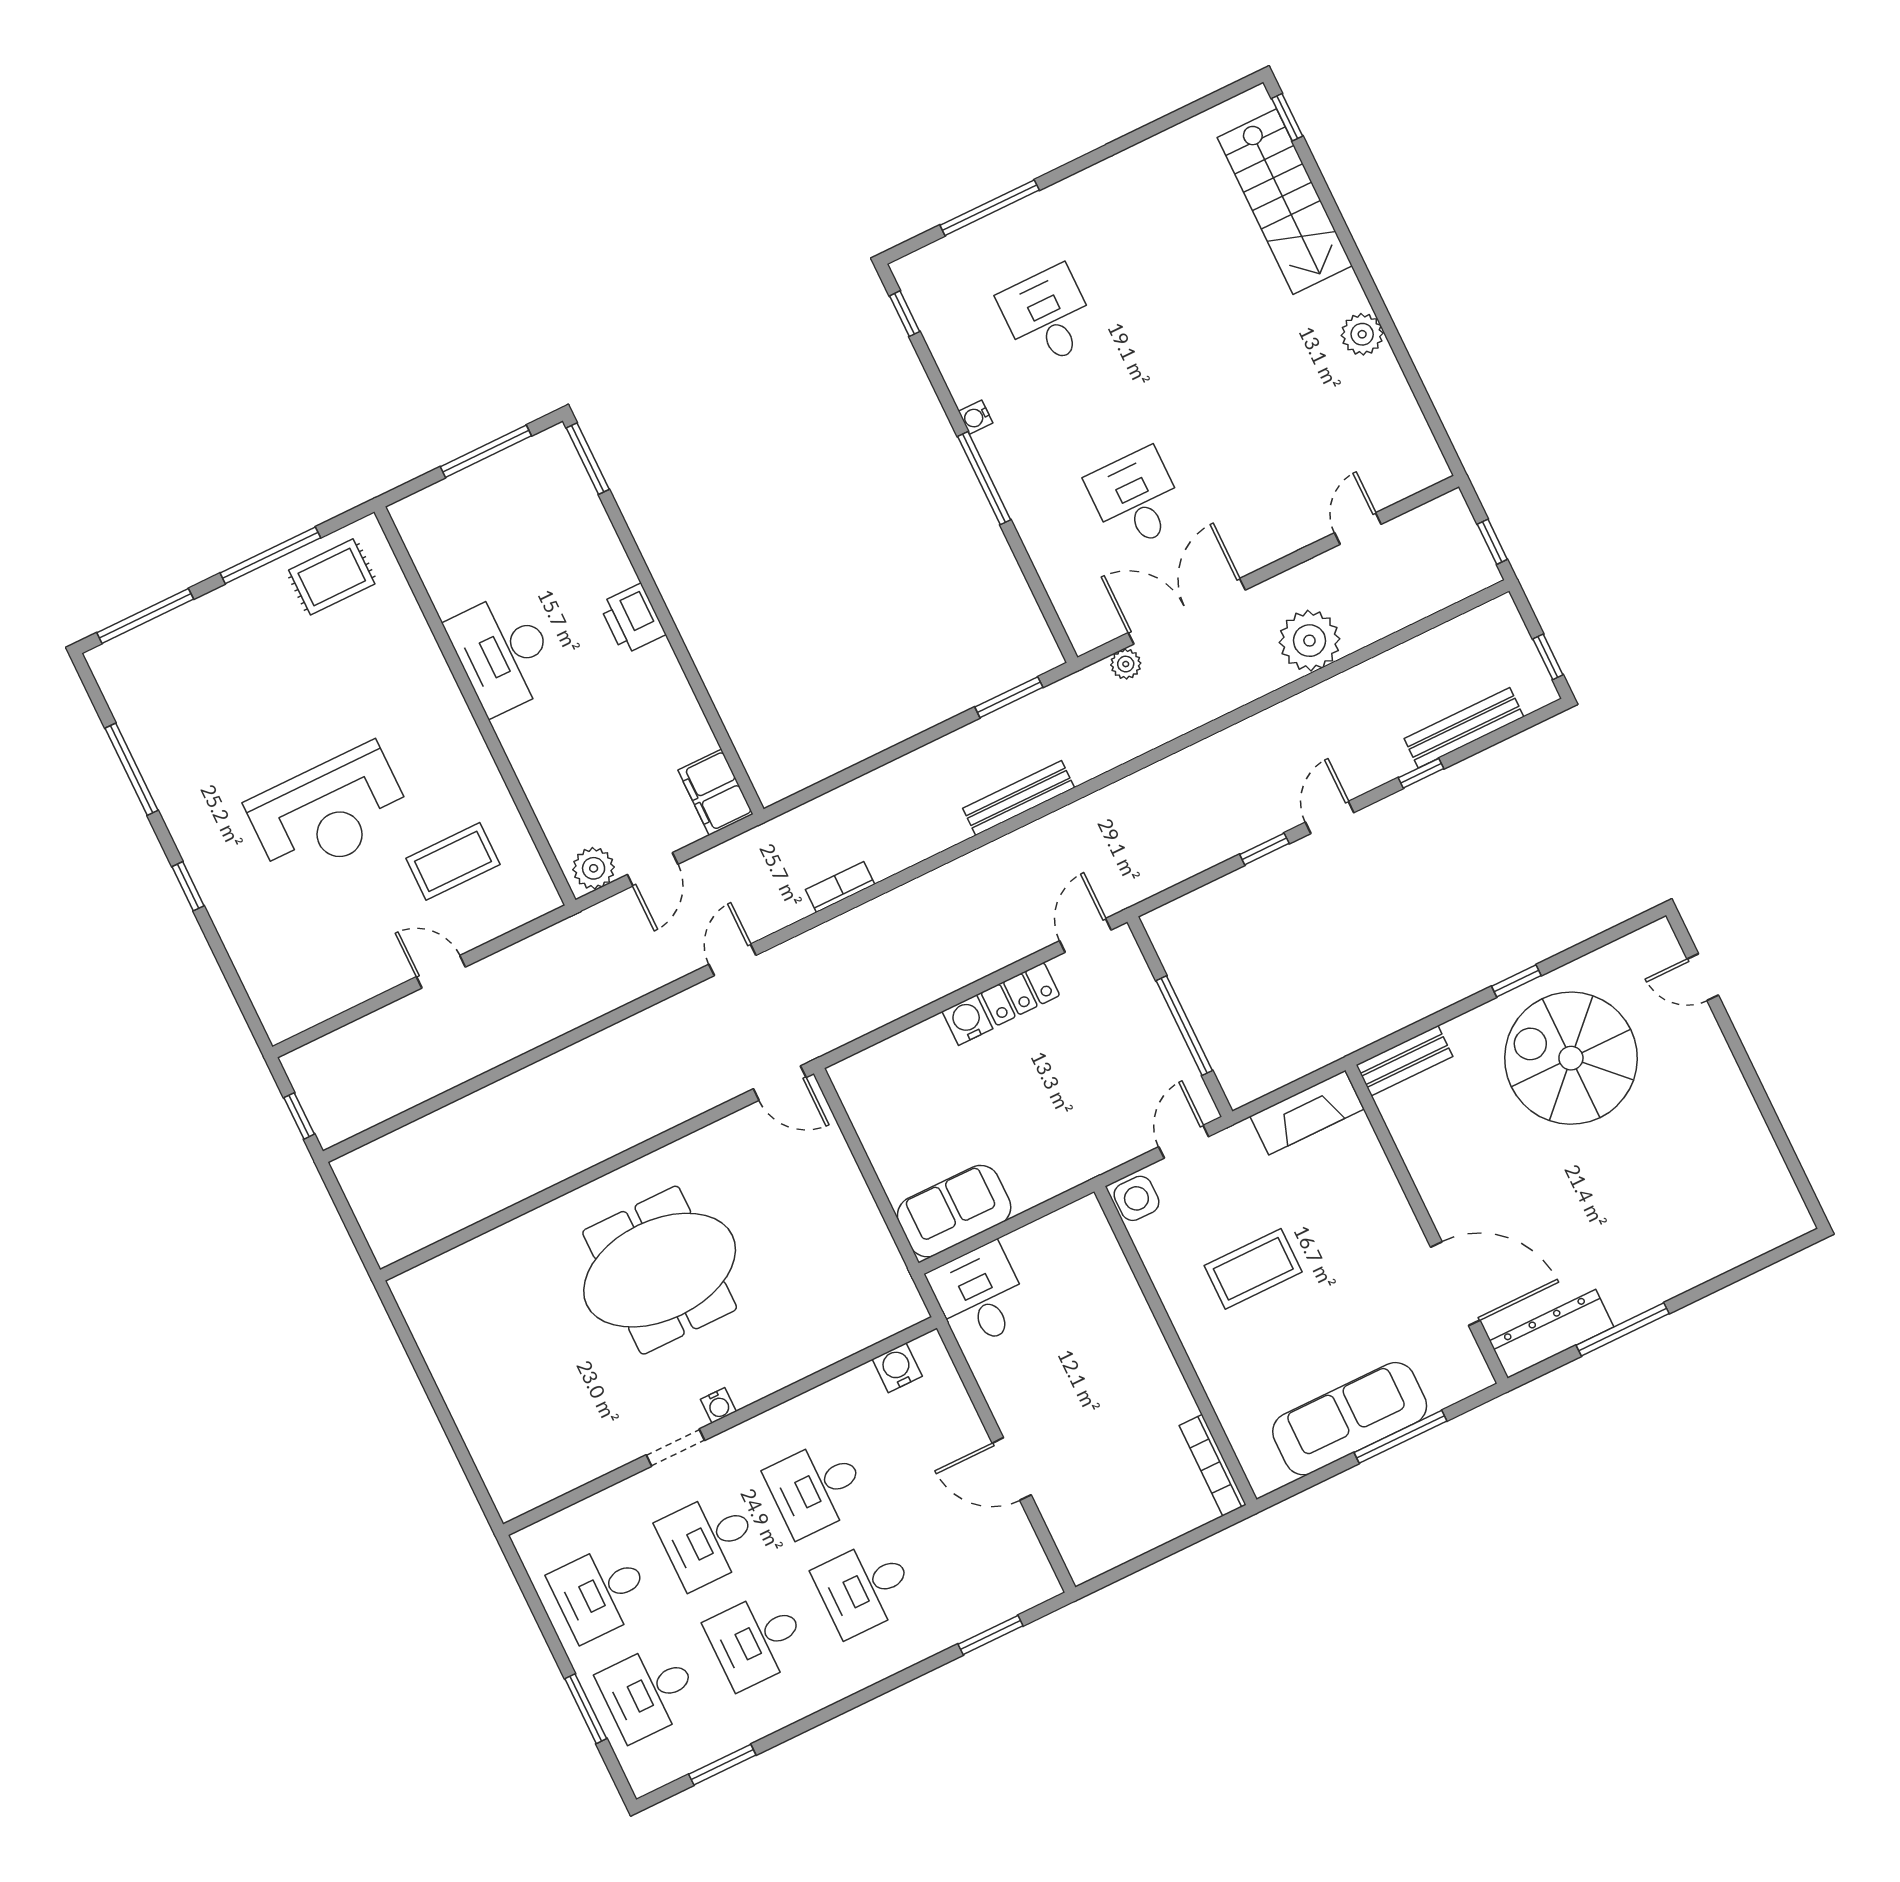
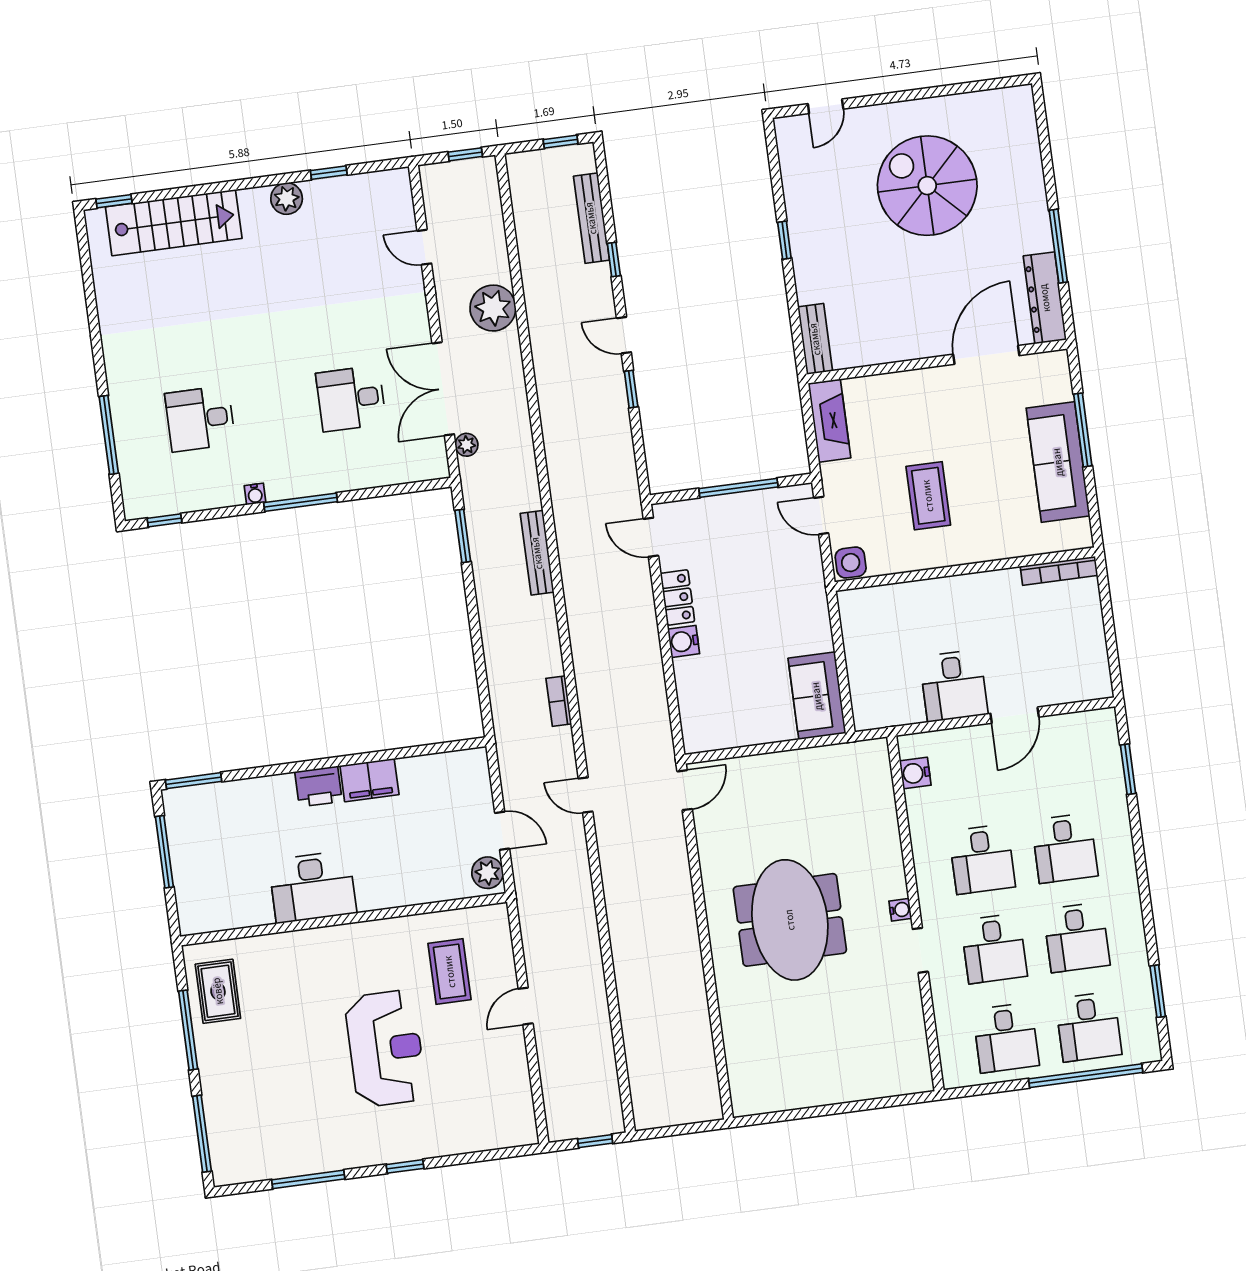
window: (1412, 377) -> (329, 173), added
filing cabinet: (715, 792) -> (369, 780), moved
spiral stairs: (1571, 1058) -> (927, 186), moved, turned 90
desk: (980, 1296) -> (954, 686), moved, turned -90
window: (586, 1709) -> (1086, 1076), width x2.11

